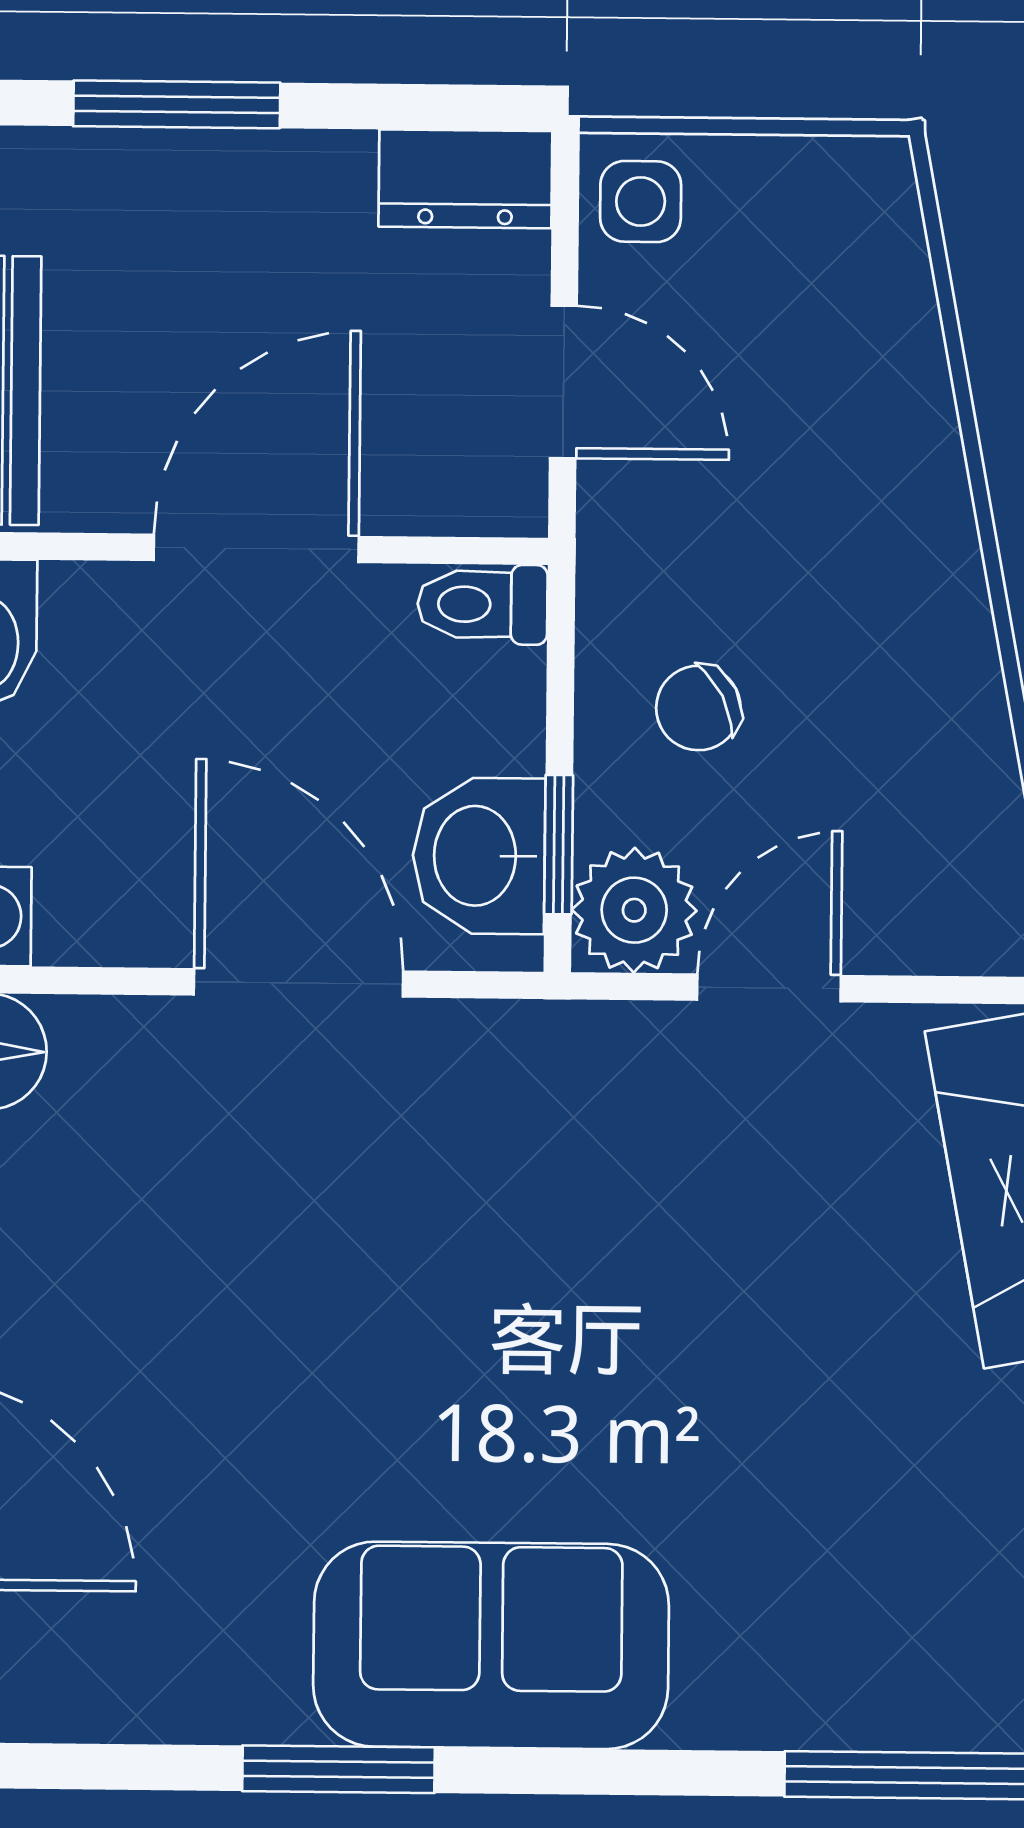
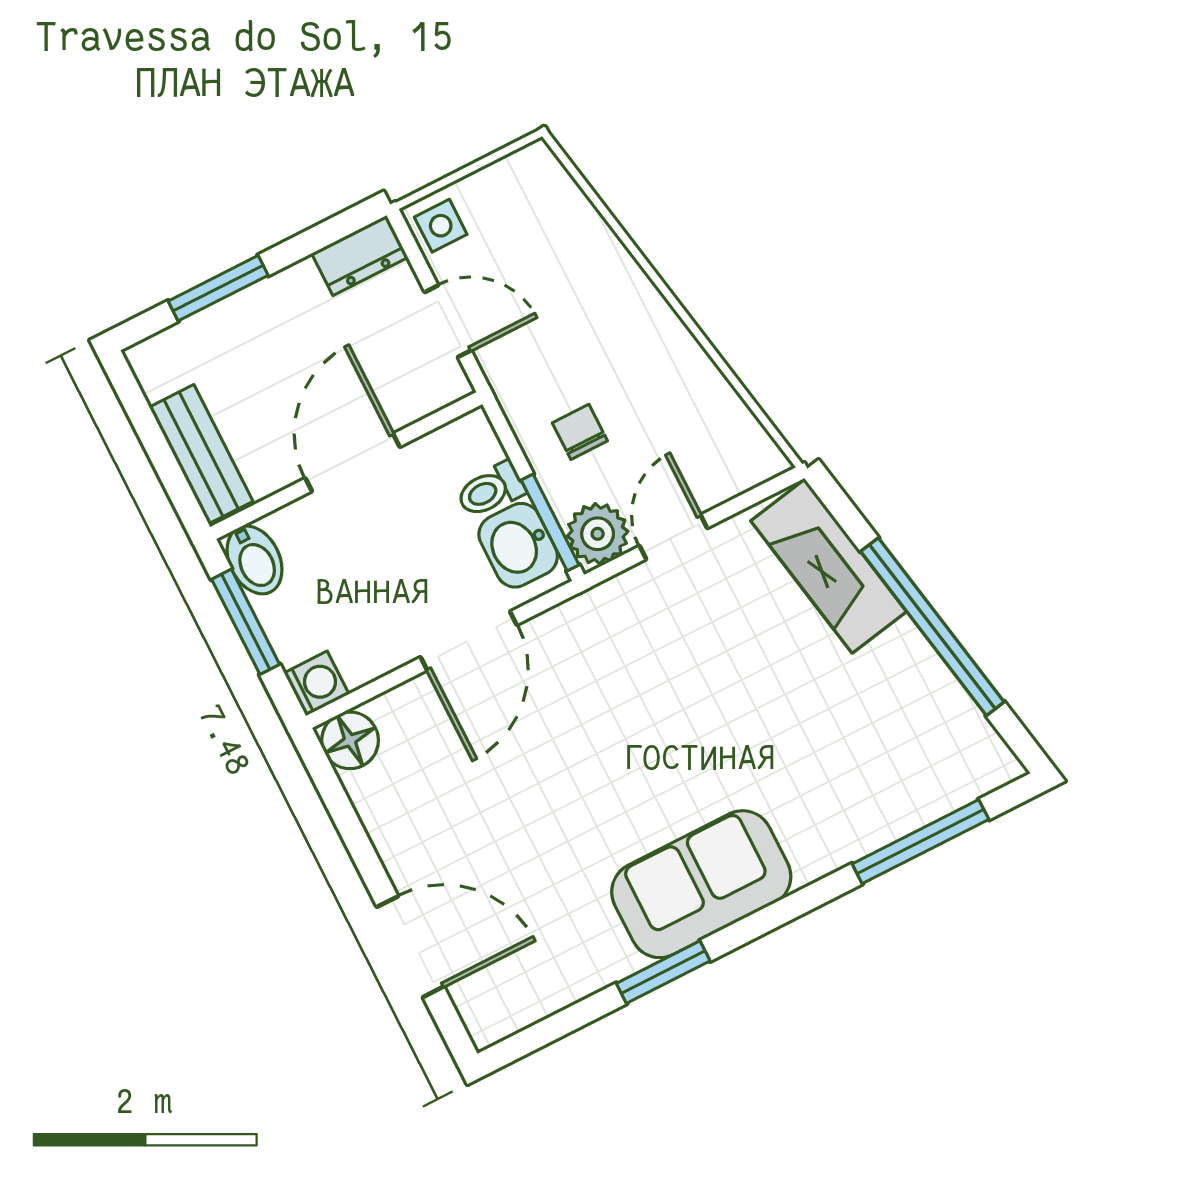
toilet: (482, 604) -> (491, 490), moved
chair: (698, 708) -> (580, 432), turned 117
window: (559, 845) -> (550, 522), width x1.50
door: (298, 983) -> (469, 641), swing flipped

